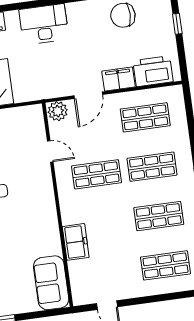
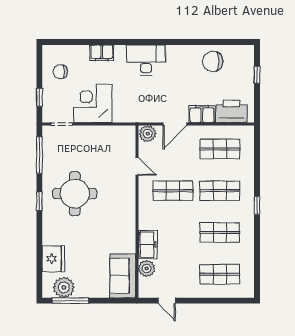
plant: (78, 270) -> (147, 268), added

